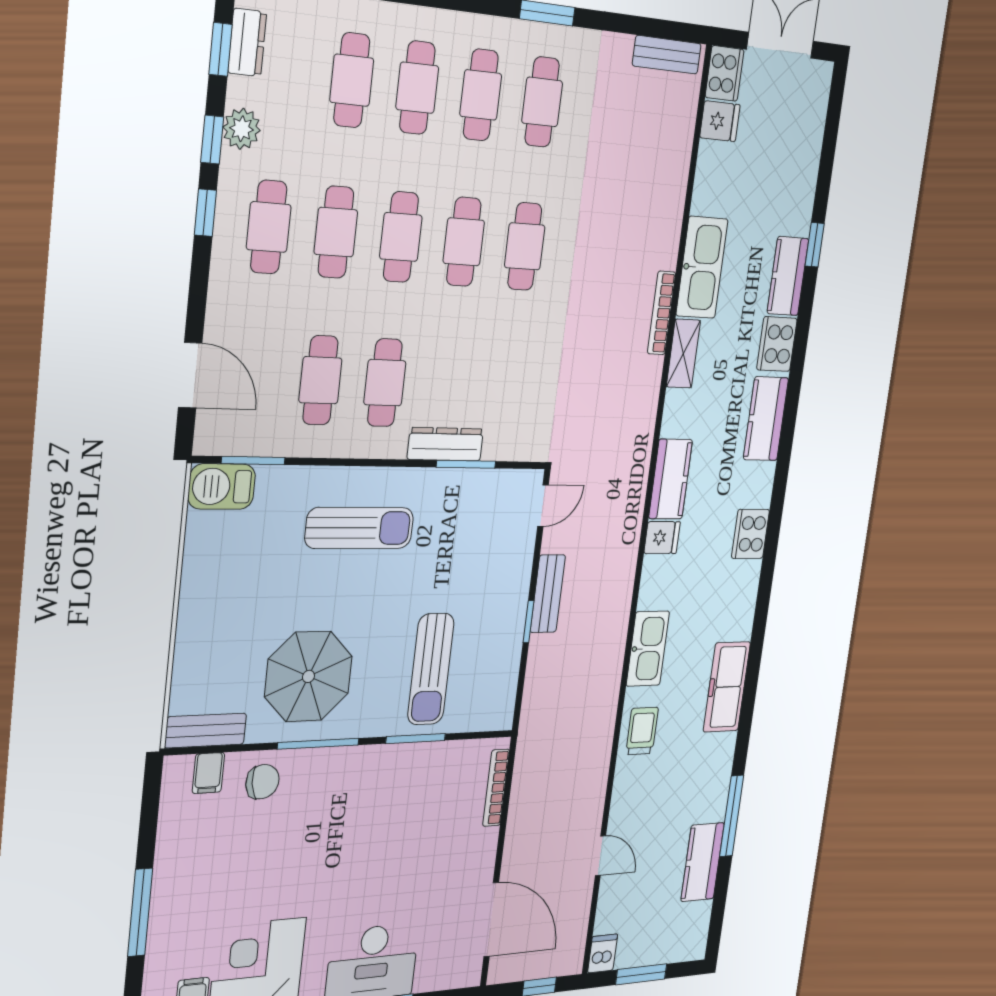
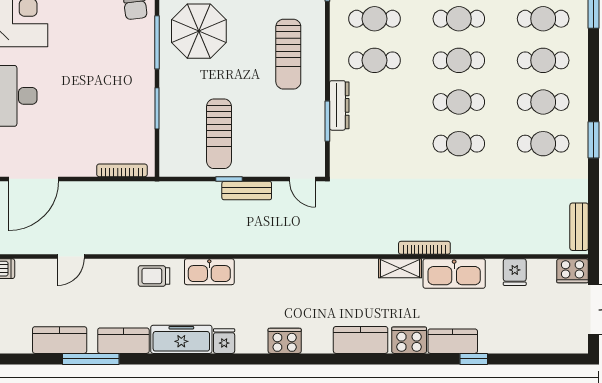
fridge: (720, 121) -> (515, 272), moved
kitchen counter: (670, 479) -> (123, 341), moved, turned 180
fridge: (662, 538) -> (224, 341), moved, turned 180
sun lounger: (431, 669) -> (219, 134), moved, turned -90
trolley: (642, 731) -> (154, 276), turned 180

